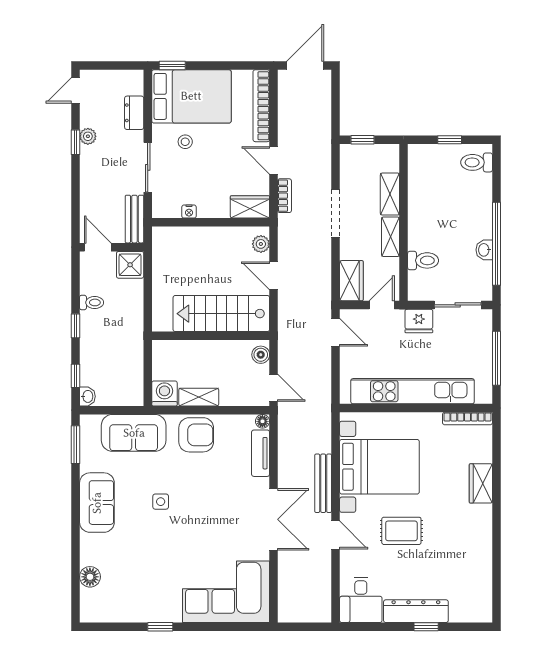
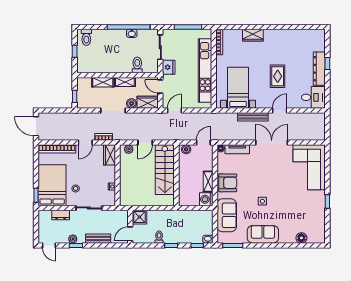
bench: (134, 219) -> (98, 239), moved
boiler: (349, 249) -> (131, 103), added
armchair: (196, 435) -> (228, 183), turned 90
bed with nightstands: (379, 467) -> (238, 88), width x0.73

